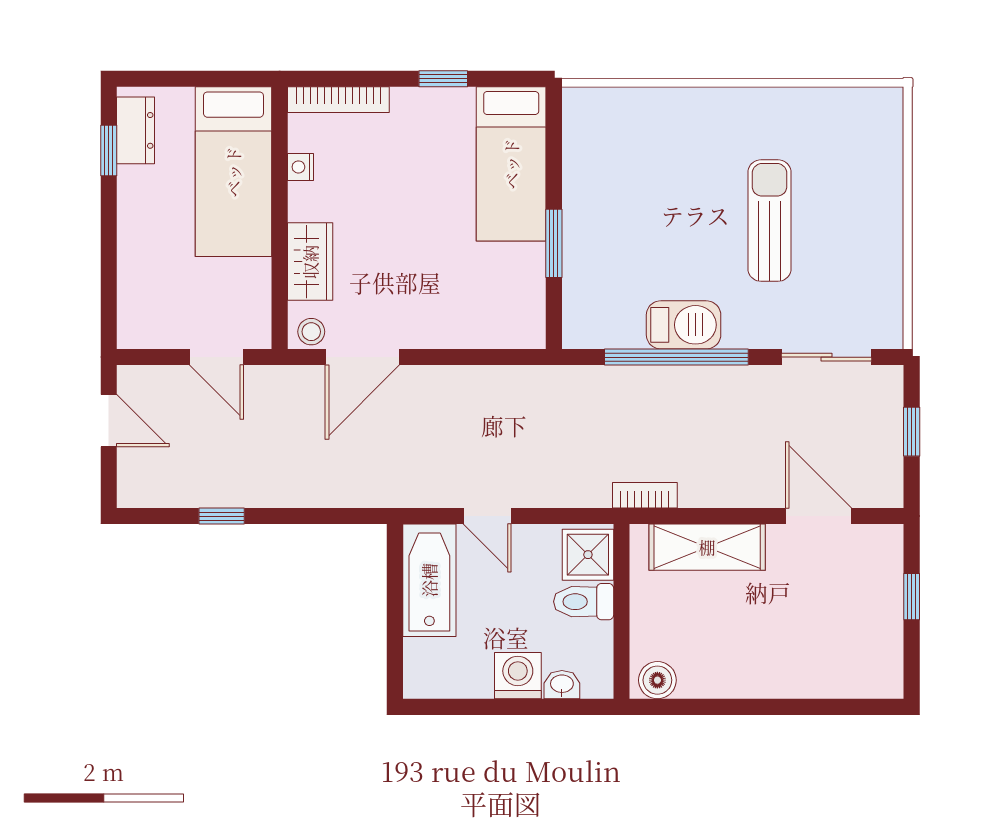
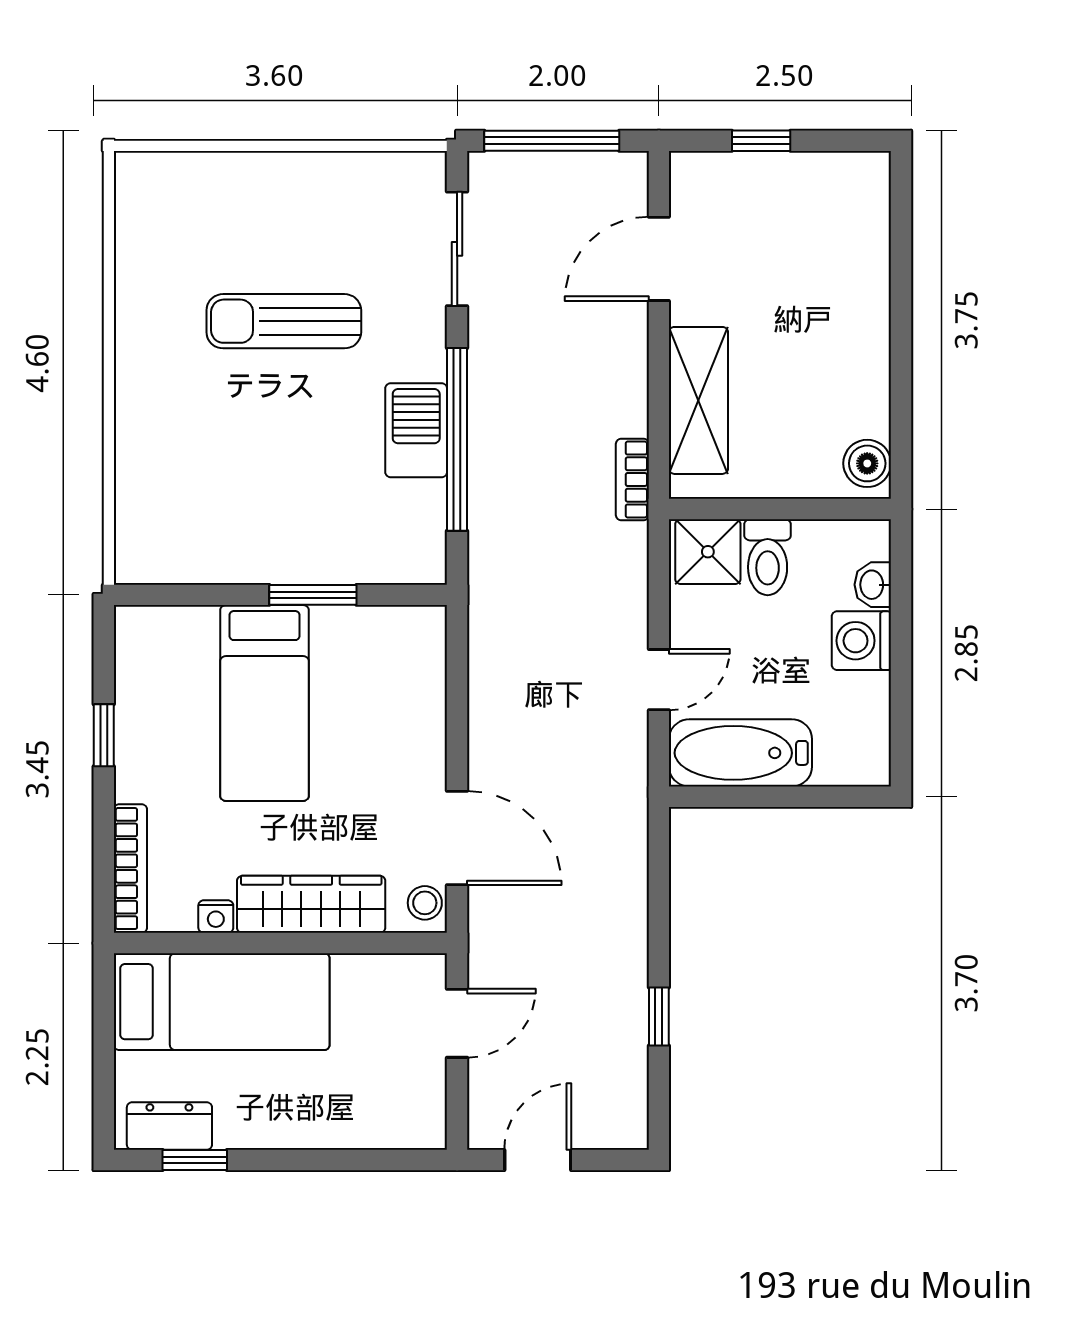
bed: (511, 164) -> (265, 703), moved, turned 90
wardrobe: (310, 262) -> (311, 904), width x1.50
window: (912, 432) -> (552, 141), width x2.17

